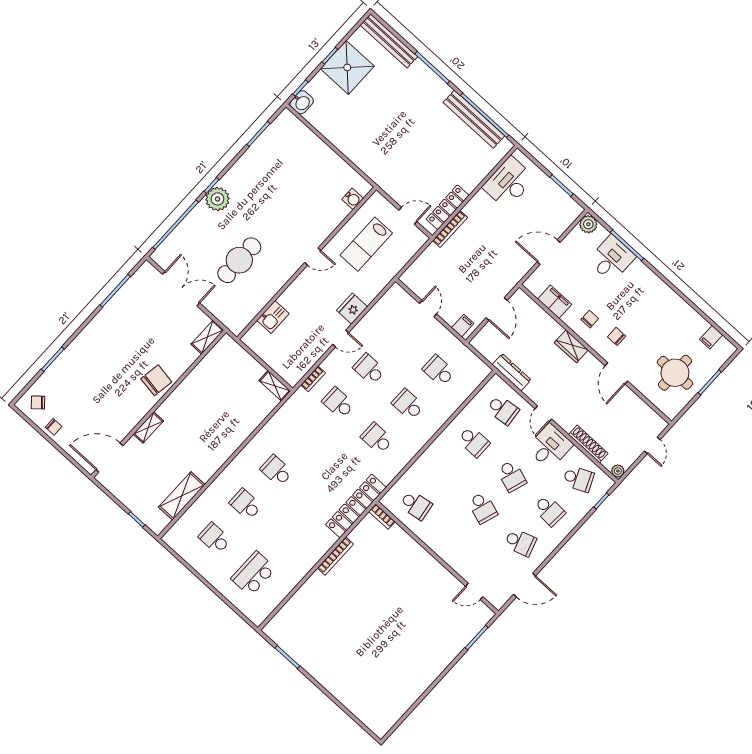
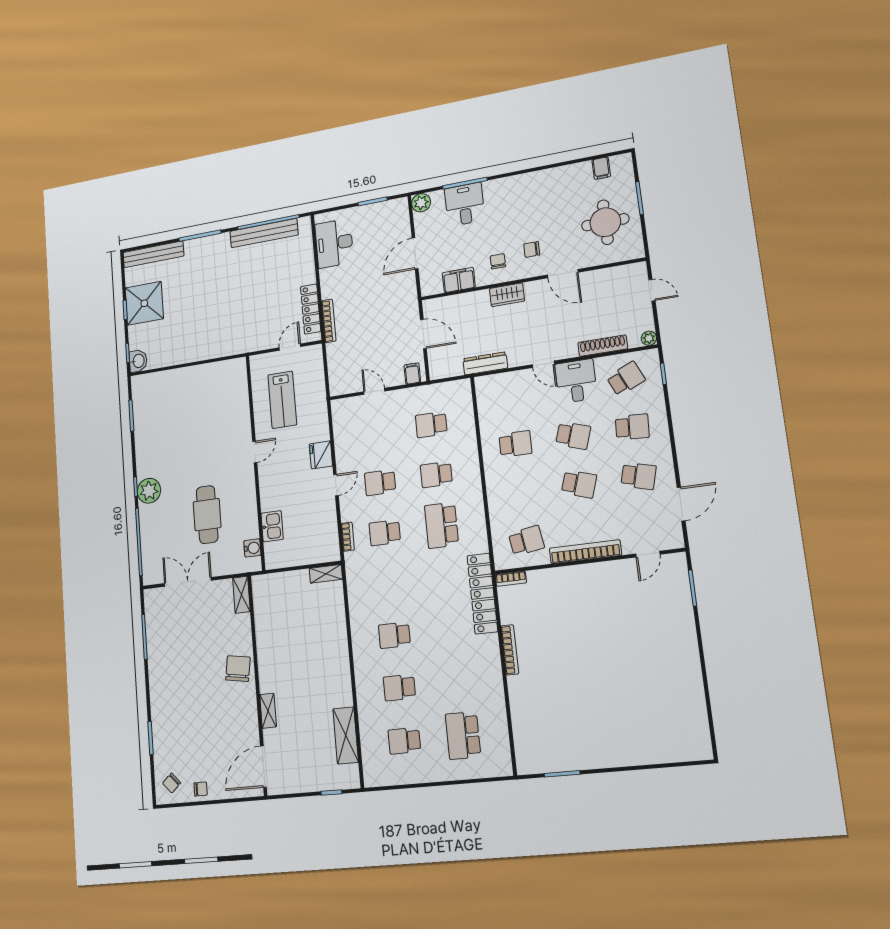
water cooler: (353, 199) -> (252, 548), moved
school desk: (503, 410) -> (510, 397), removed
school desk: (377, 438) -> (442, 525), width x1.85
school desk: (520, 542) -> (639, 476), turned 33
bookcase: (442, 550) -> (585, 552), added

